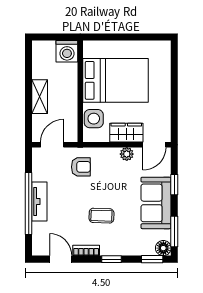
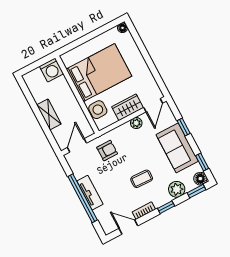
floor lamp: (165, 46) -> (123, 28), added
window: (174, 232) -> (202, 162), width x0.67
plant: (133, 246) -> (177, 189), added

